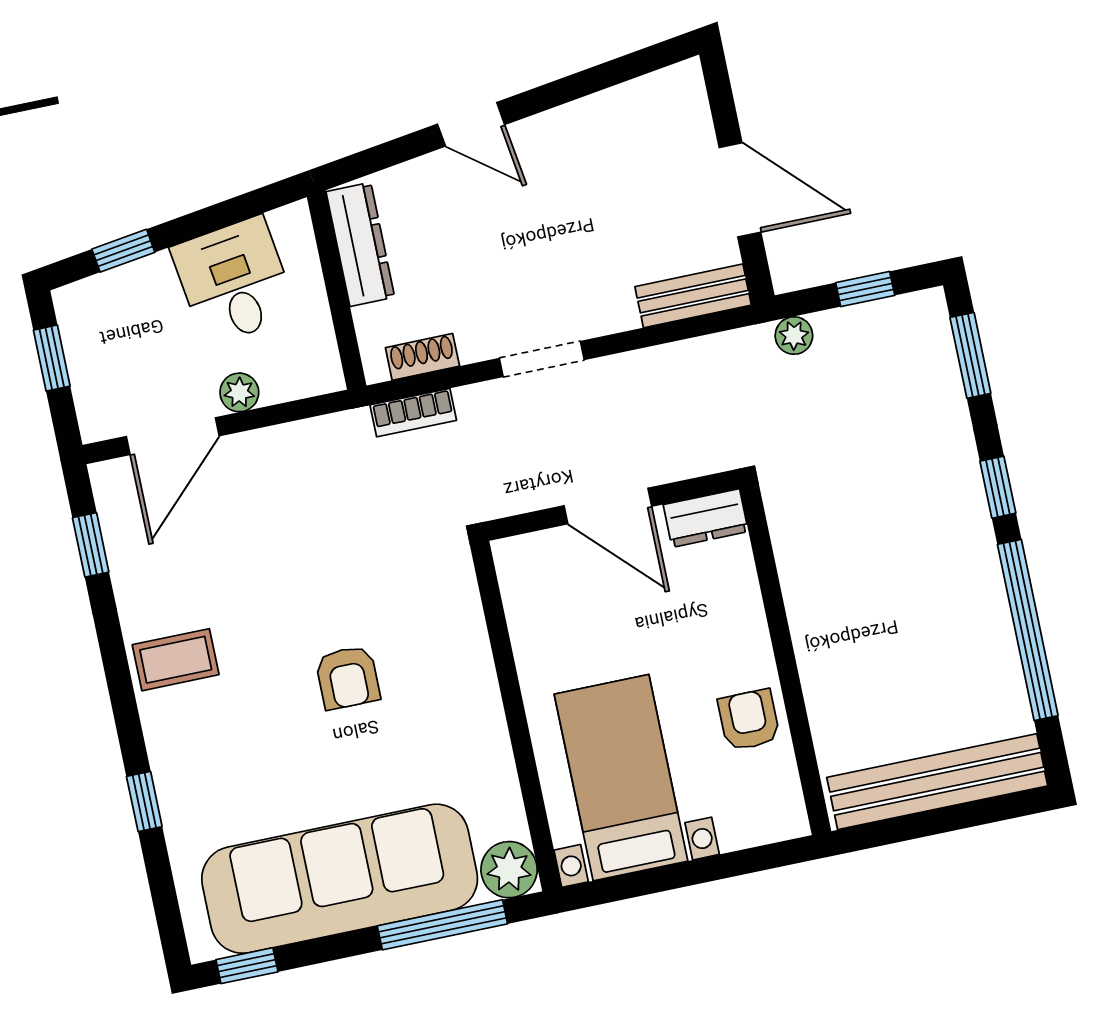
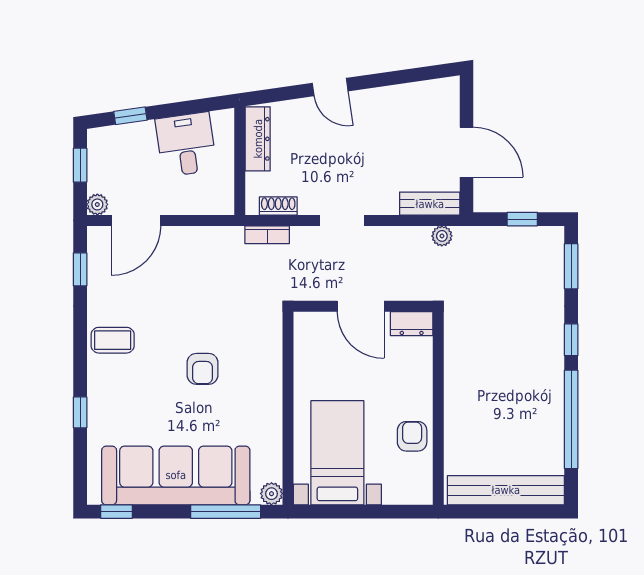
plant: (794, 336) -> (442, 236), moved
plant: (239, 392) -> (97, 204), moved
plant: (509, 870) -> (271, 494), width x0.73, depth x0.73

